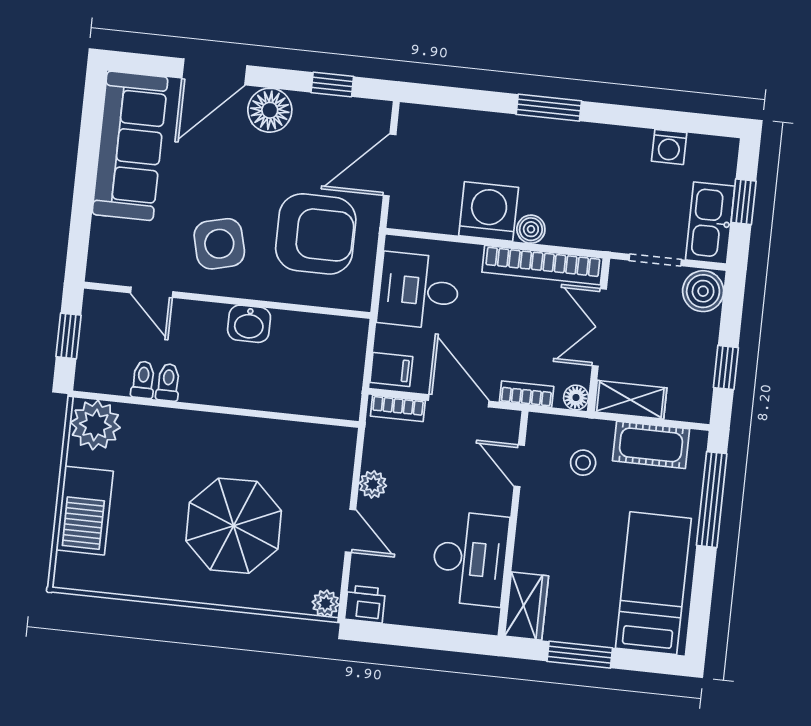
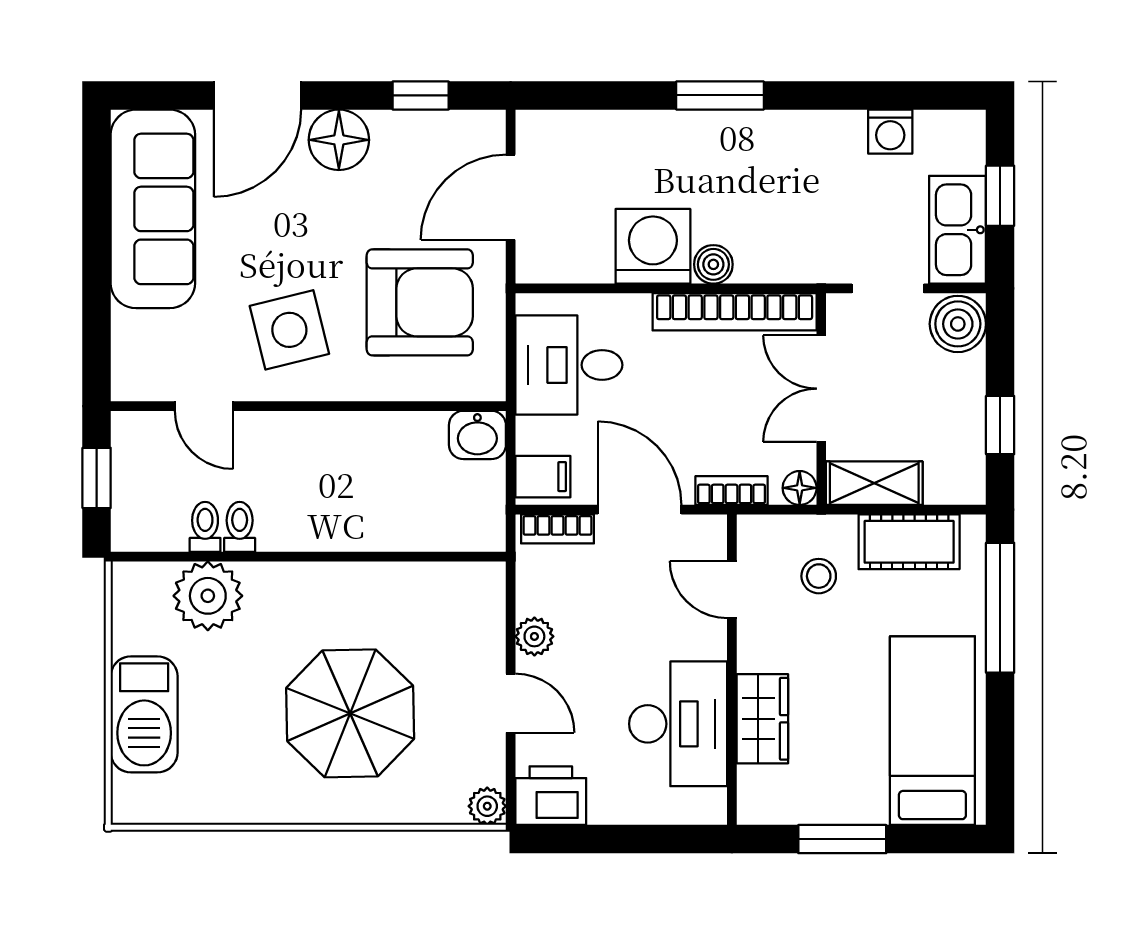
washbasin: (249, 324) -> (477, 435), moved
plant: (95, 425) -> (208, 596), moved
printer: (365, 604) -> (551, 796), width x1.36, depth x1.24
wardrobe: (527, 606) -> (762, 719), moved

